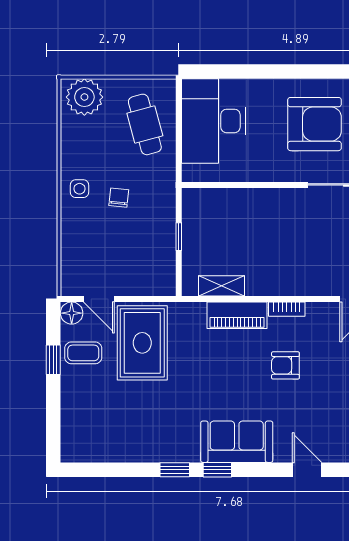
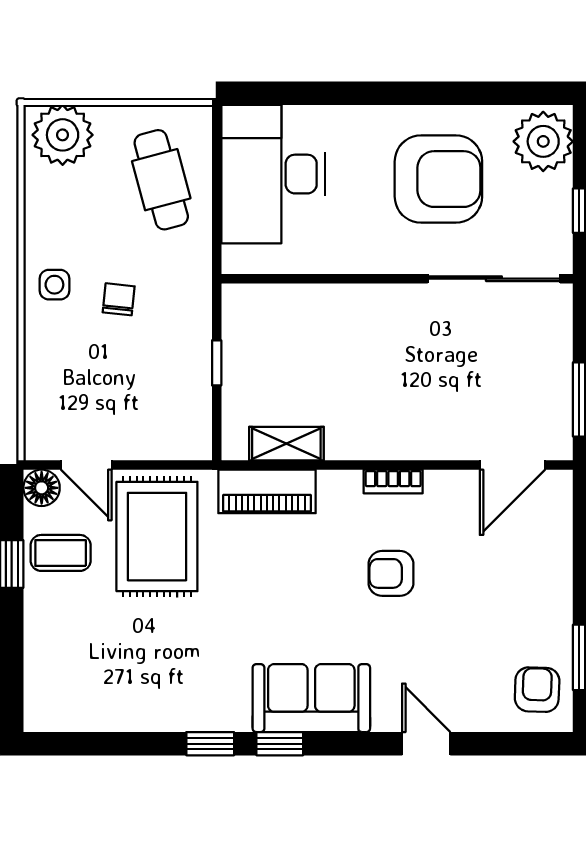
piano: (237, 315) -> (267, 491), moved

